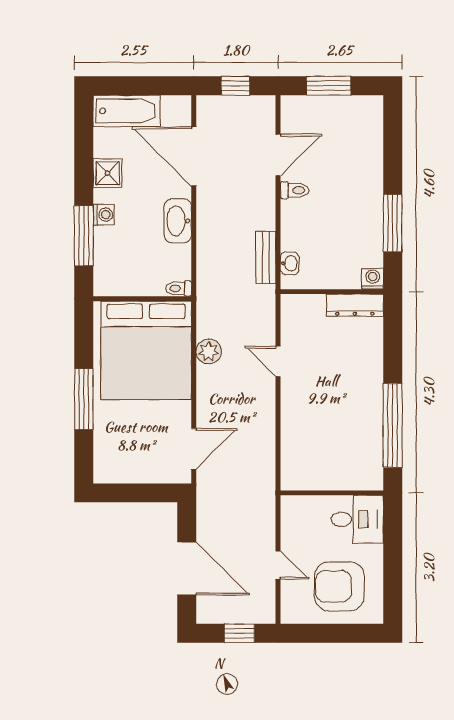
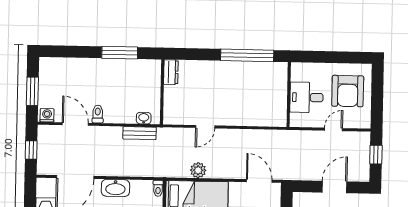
washing machine: (373, 279) -> (47, 115), moved, turned 90
dresser: (355, 305) -> (171, 72), width x0.70
desk: (357, 519) -> (307, 97), moved, turned -90
door: (187, 569) -> (334, 187), width x0.73

